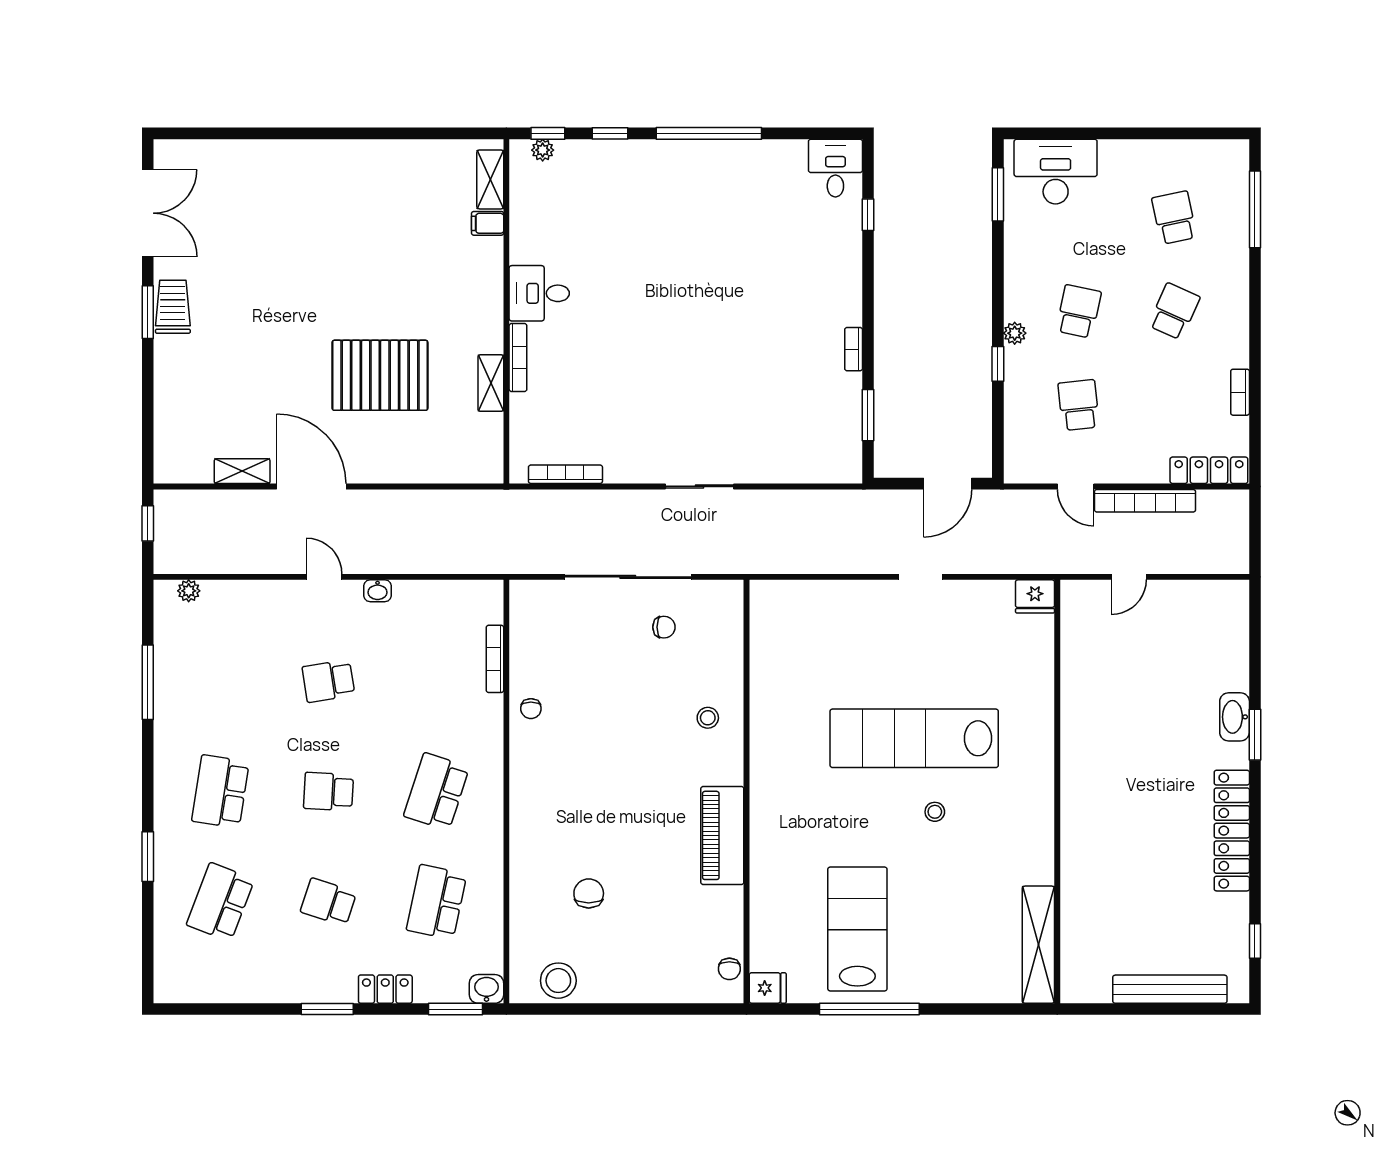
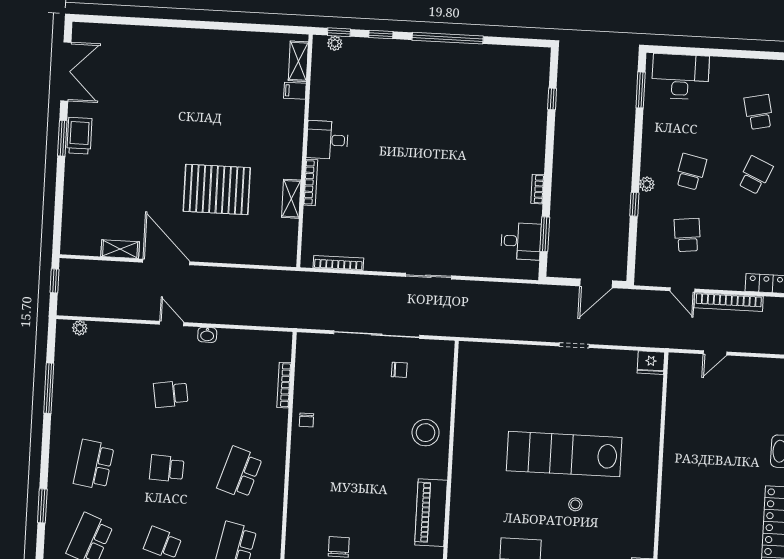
desk: (835, 168) -> (521, 241), moved, turned 90
stool: (708, 718) -> (426, 433), width x1.89, depth x1.89

